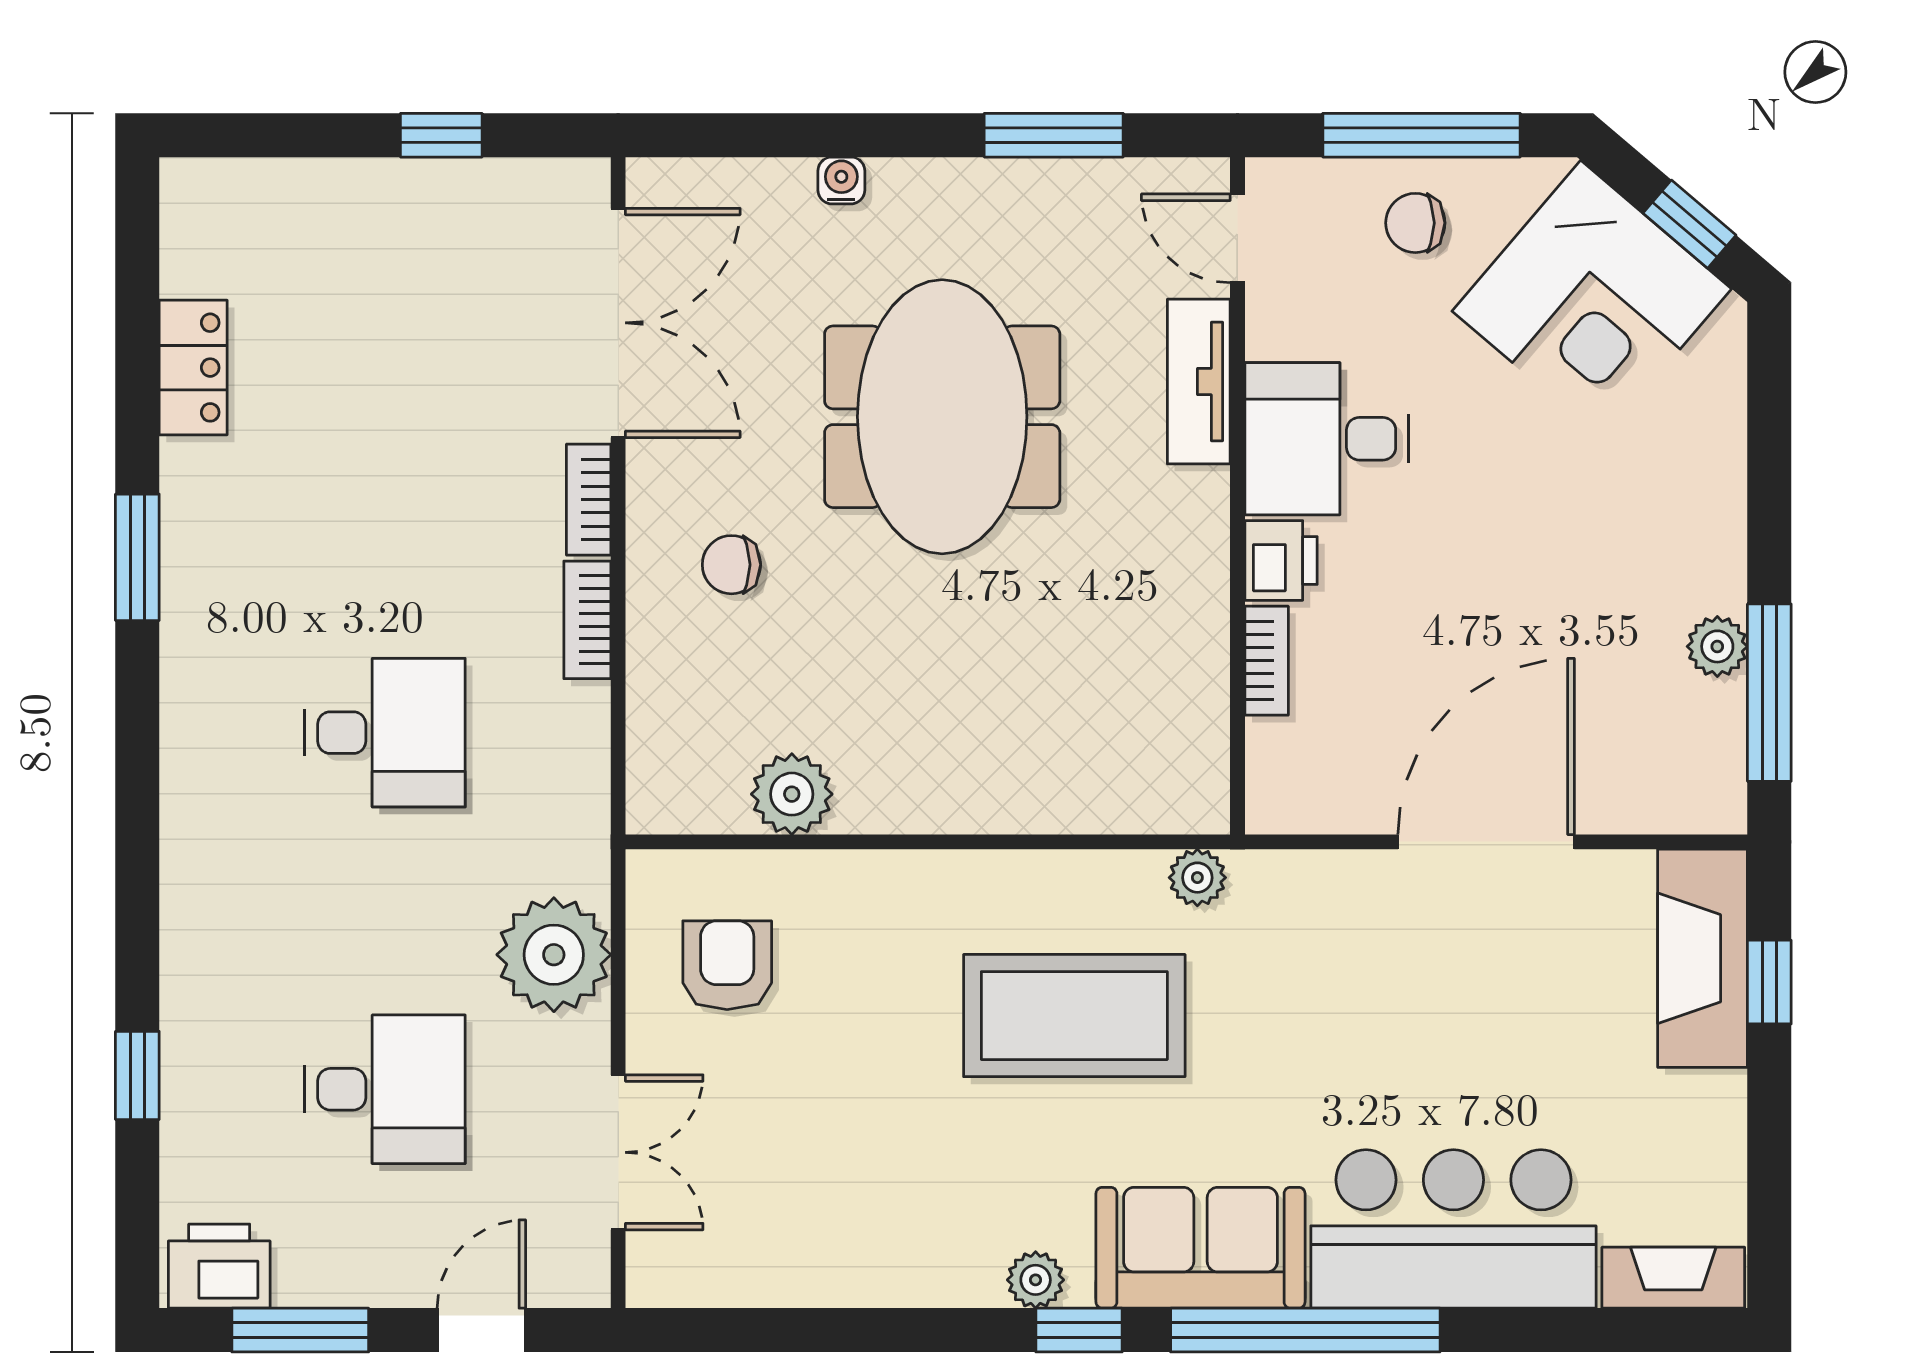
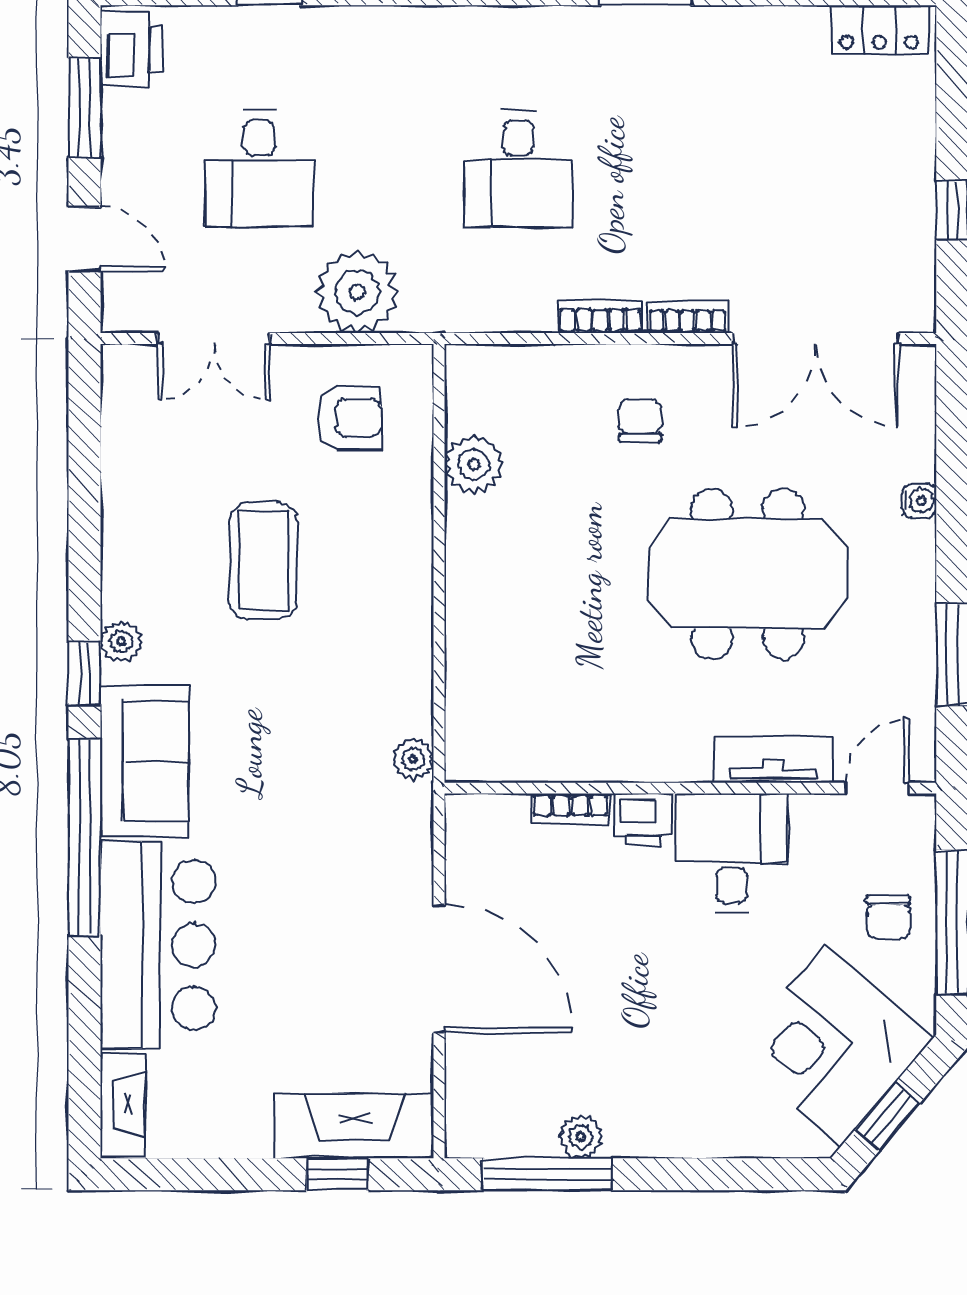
chair: (1415, 223) -> (888, 917), turned 180
locker: (193, 368) -> (879, 30), moved
coffee table: (1074, 1016) -> (263, 561), moved, width x0.73, depth x0.76

